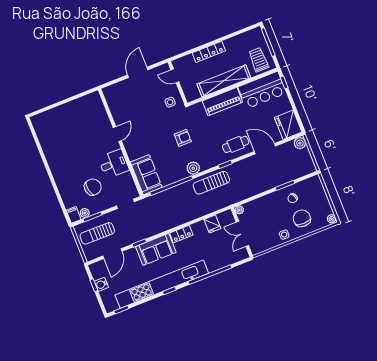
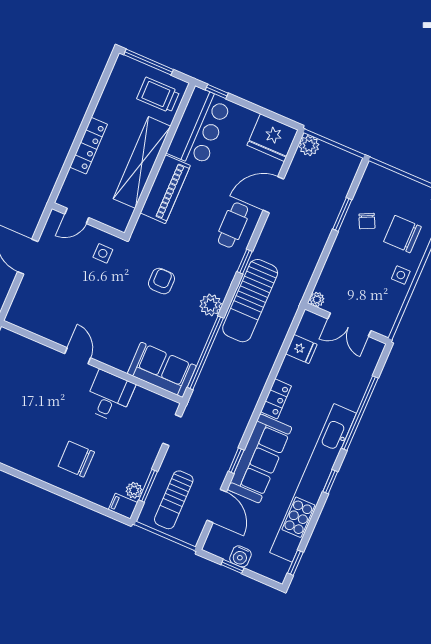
sun lounger: (211, 183) -> (250, 301), width x1.36, depth x1.34
chair: (93, 187) -> (76, 459), moved, turned -79
sofa: (156, 249) -> (260, 458), width x1.36

